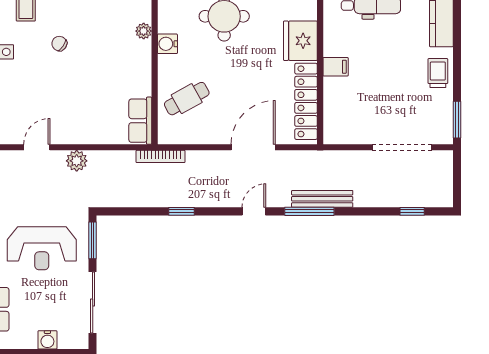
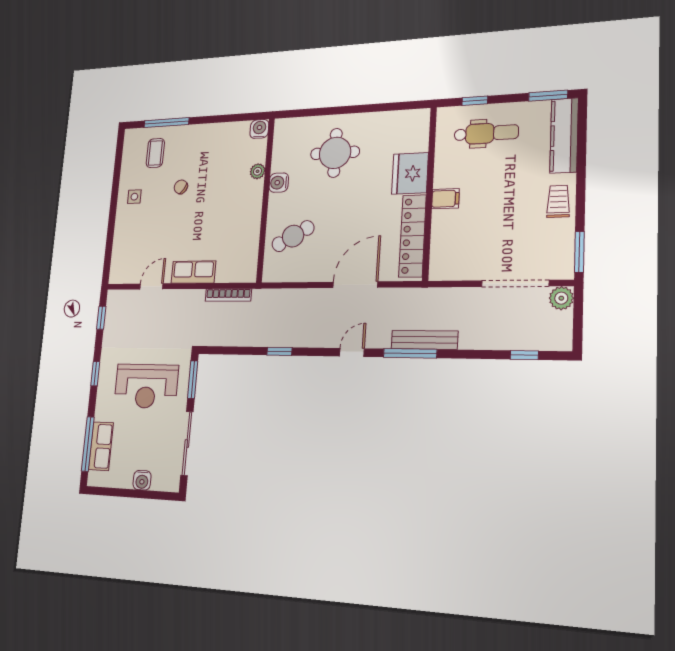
row of seats: (140, 121) -> (193, 272), moved, turned 90
bookcase: (161, 156) -> (228, 295), moved
plant: (77, 161) -> (561, 298), moved

